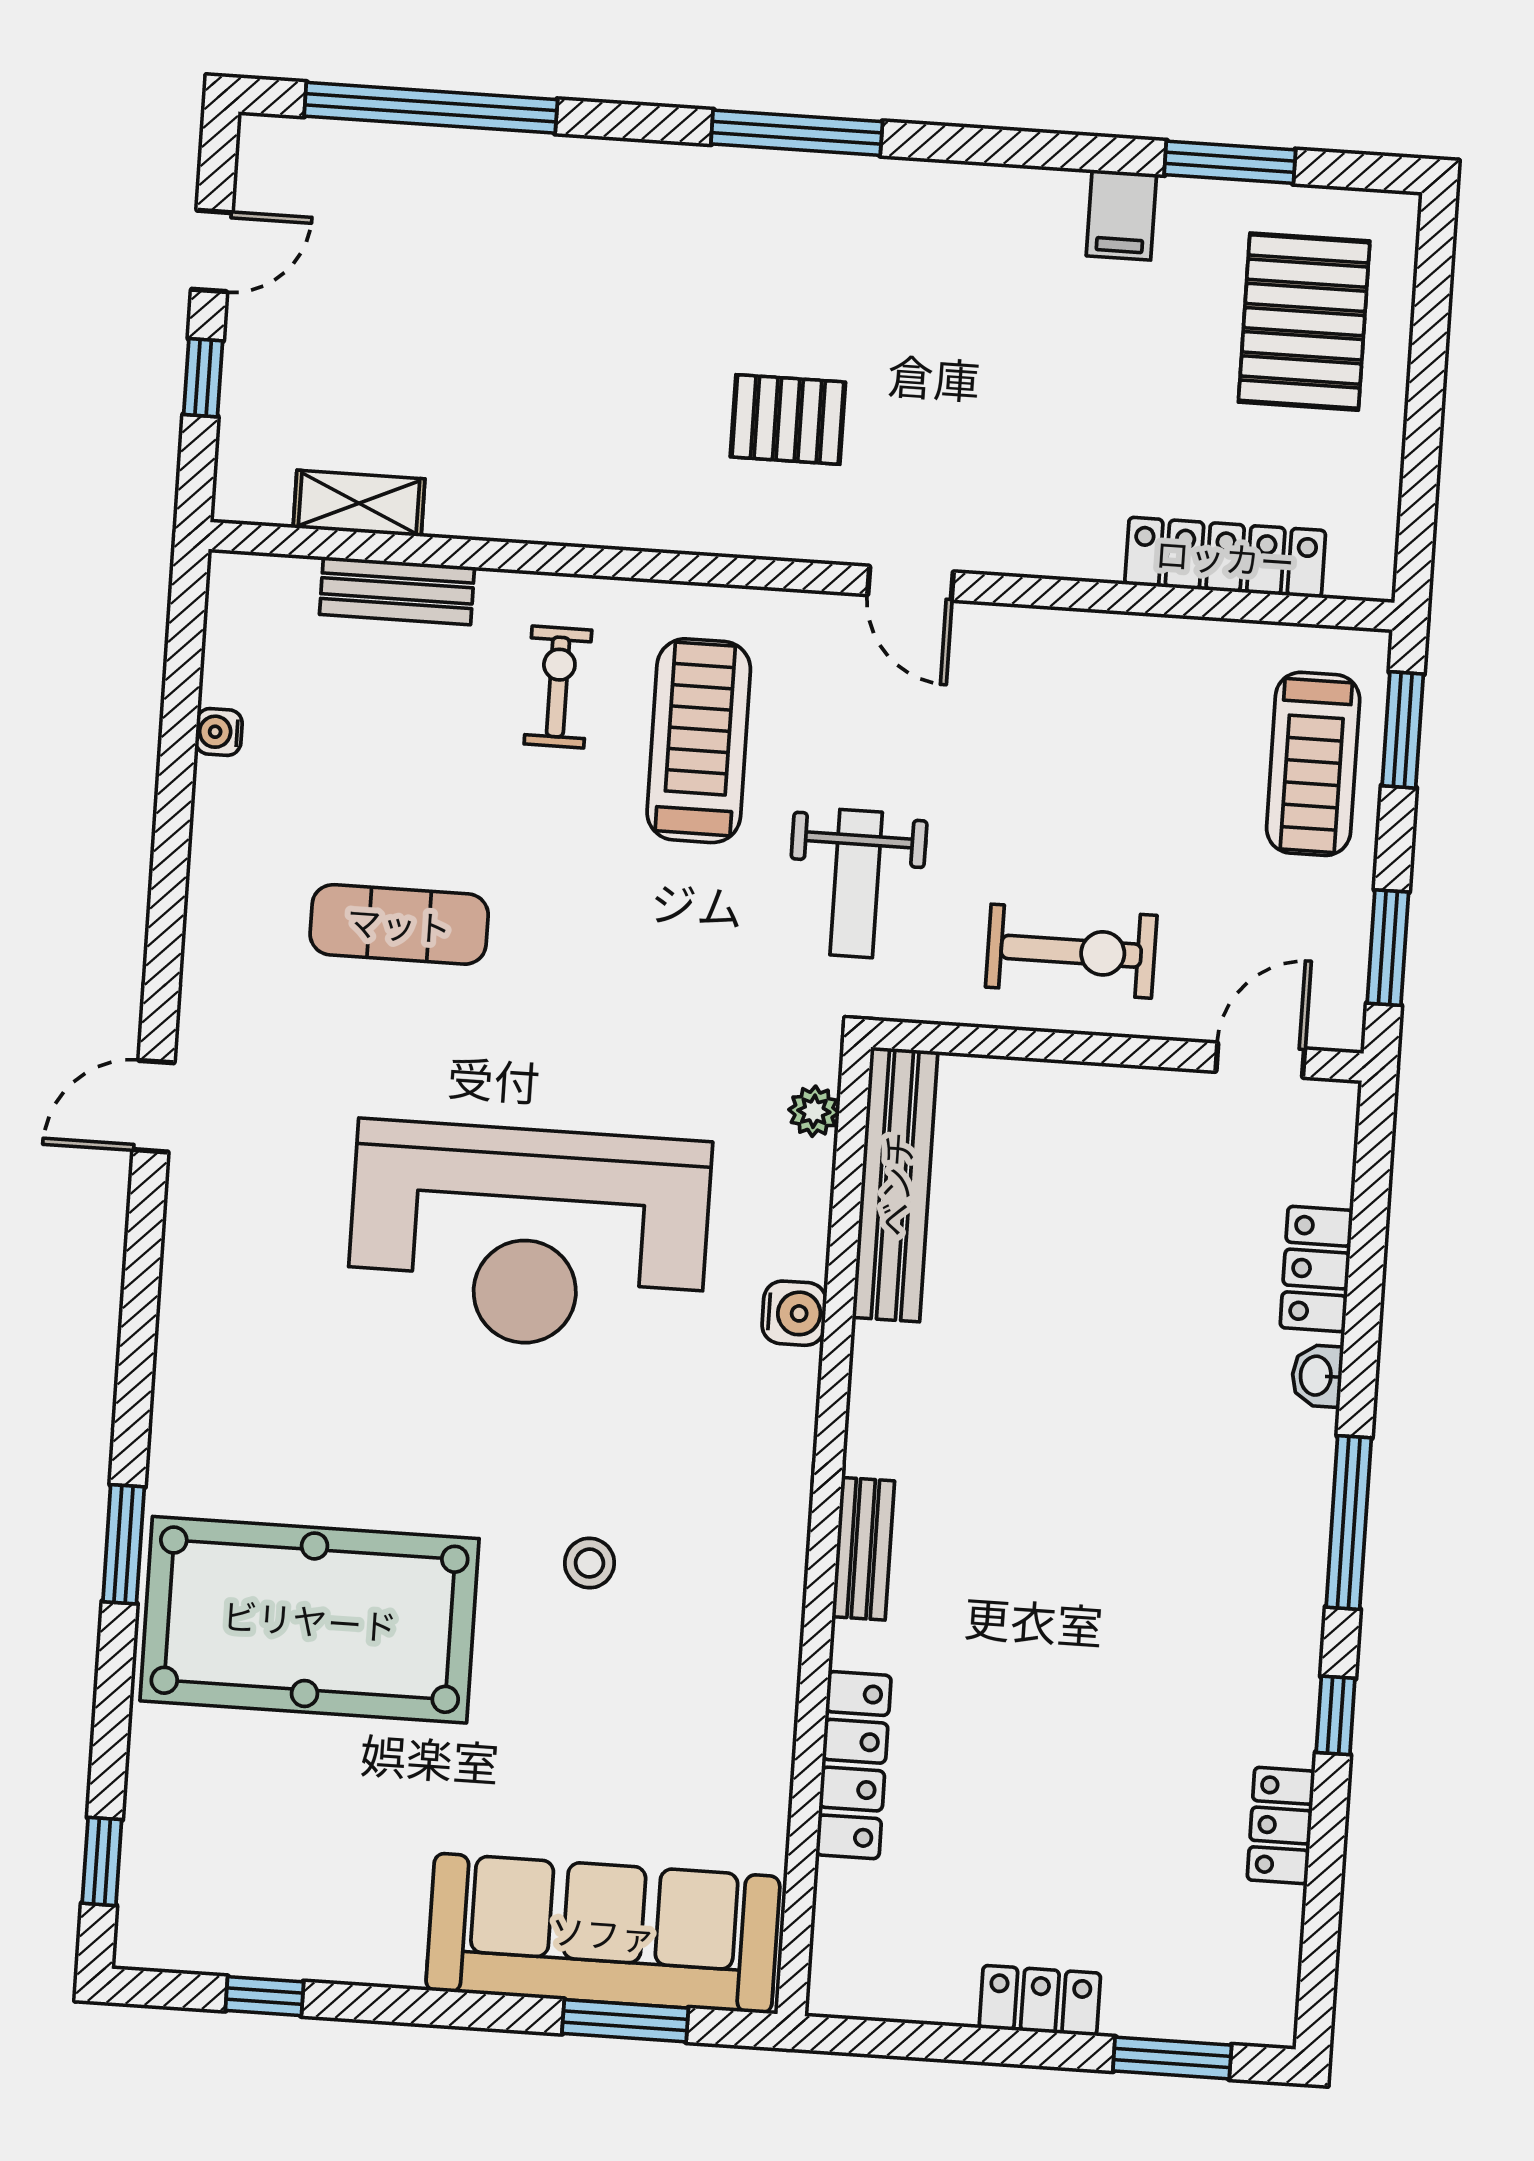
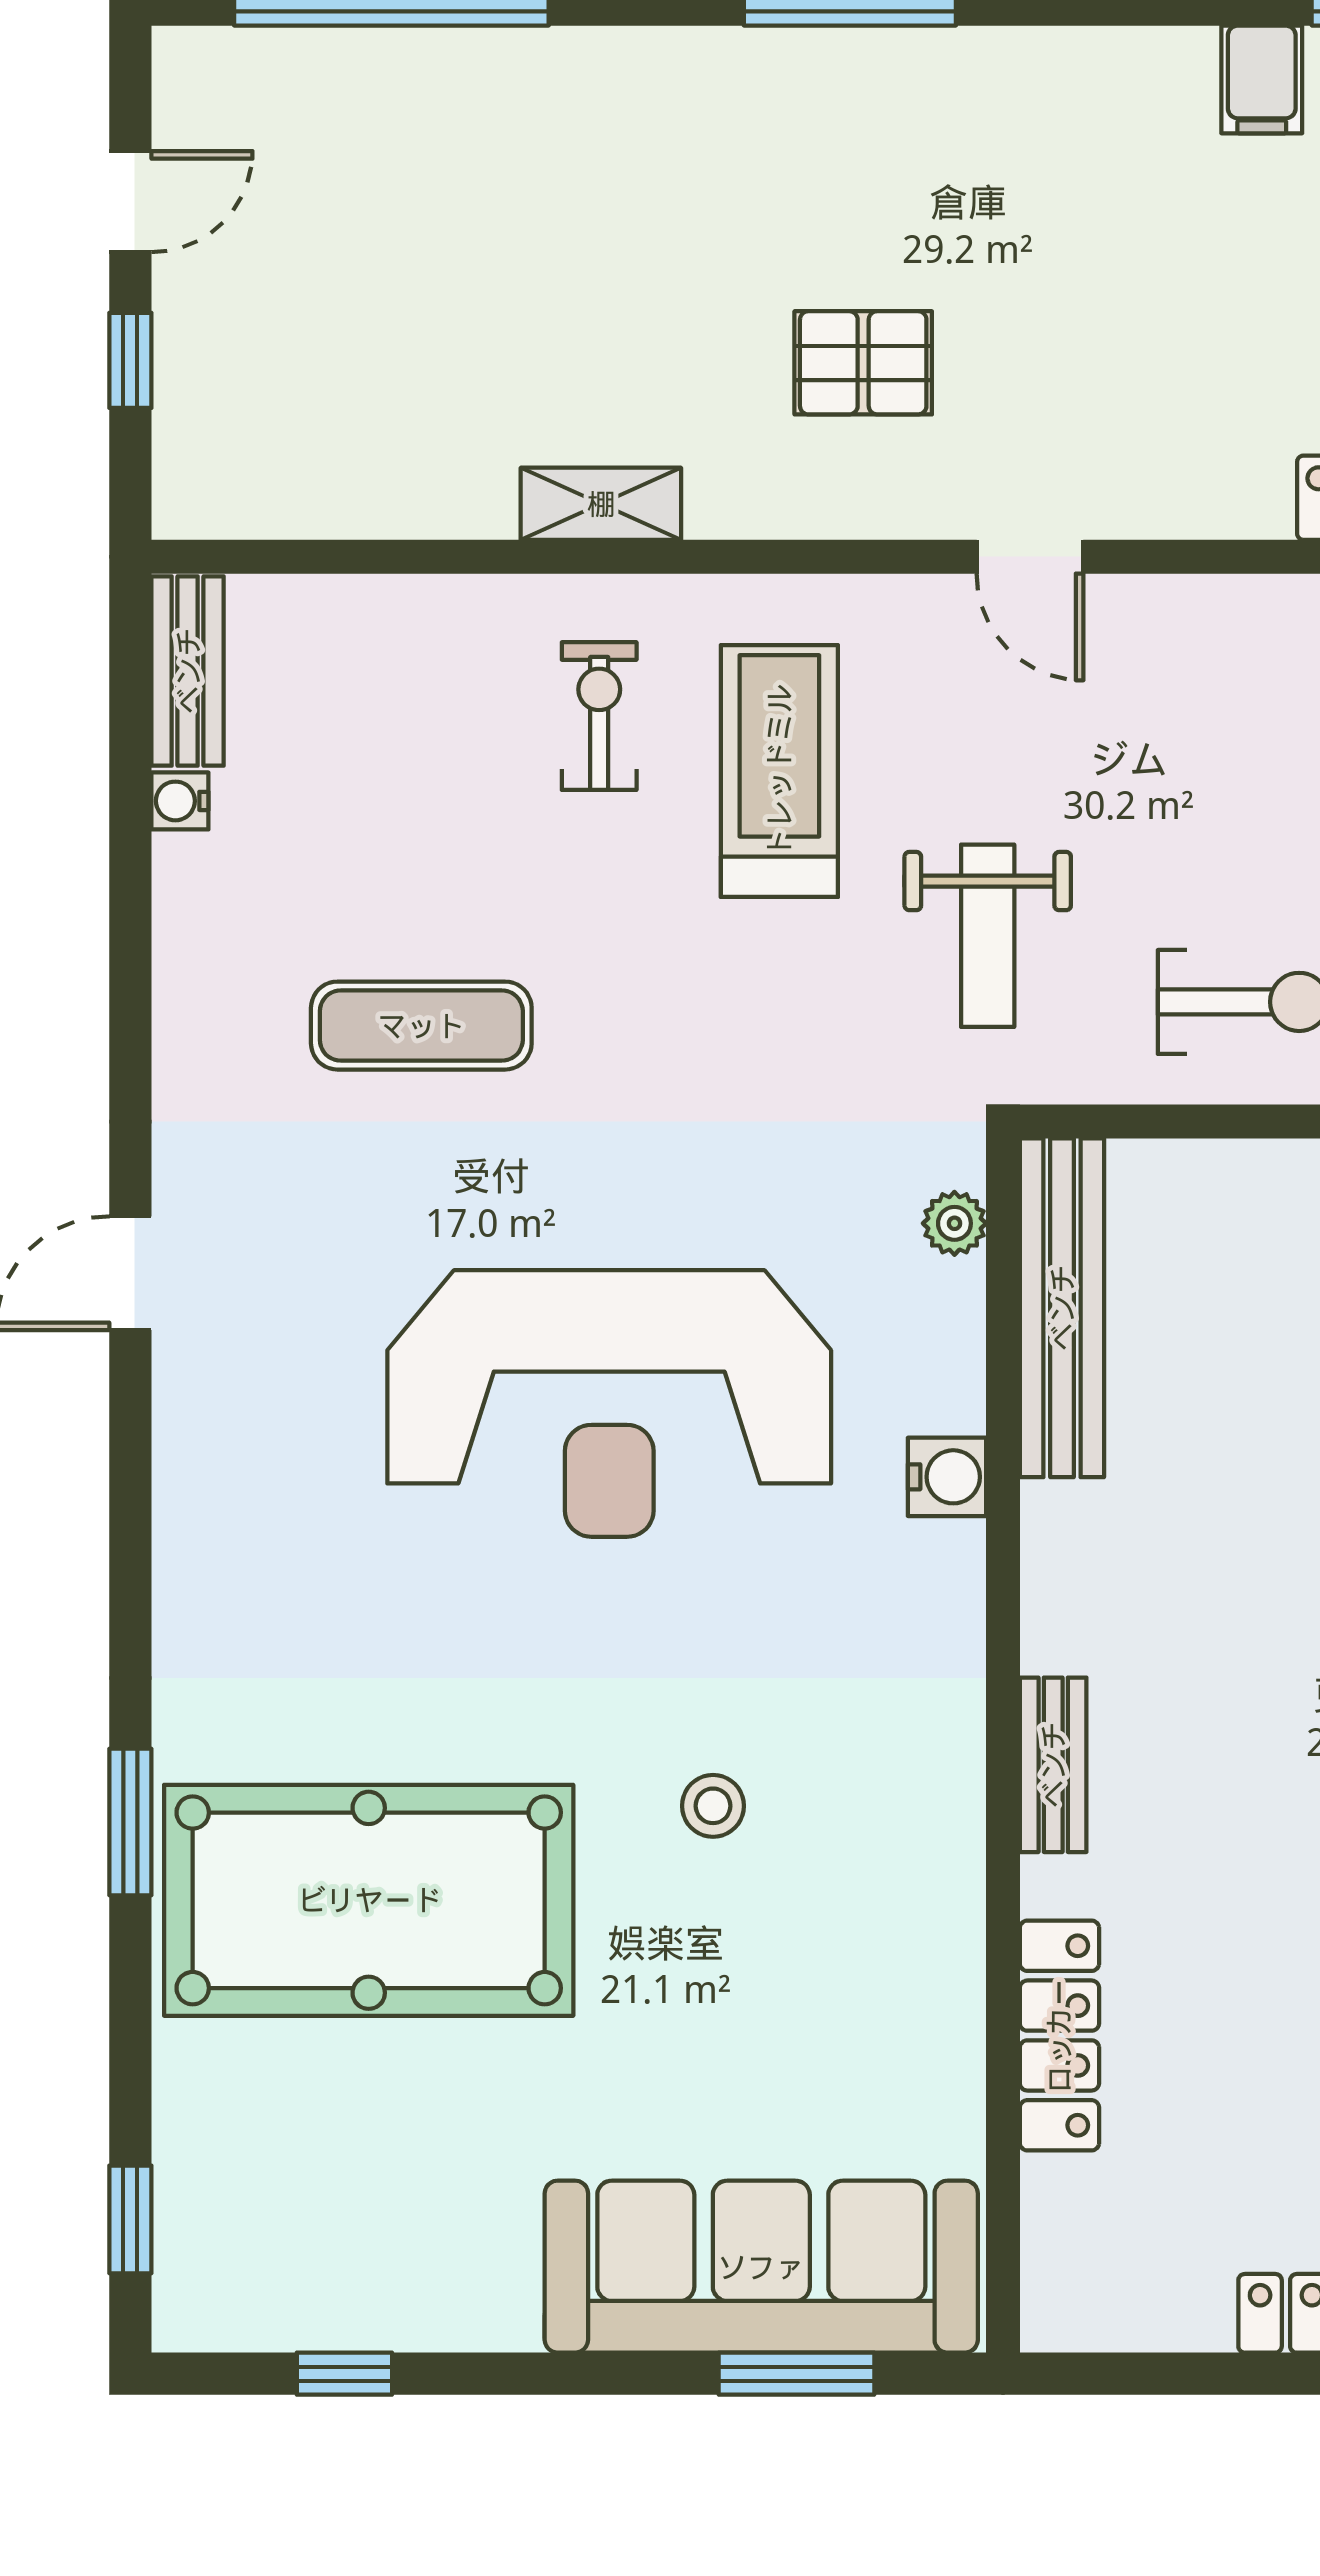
shelving: (359, 503) -> (601, 504), moved
bench: (397, 591) -> (188, 671), moved, turned 90

